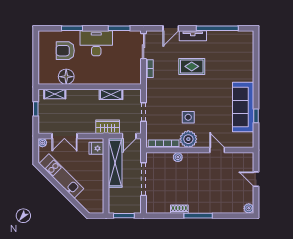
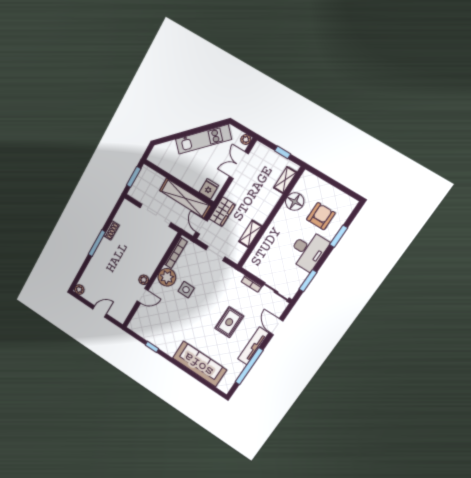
tv unit: (193, 36) -> (253, 346), width x1.41
sofa: (243, 107) -> (199, 364), moved
plant: (178, 157) -> (144, 280), moved

